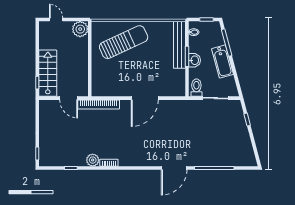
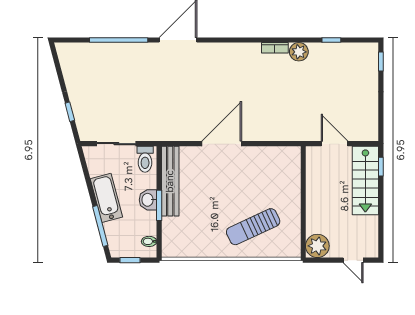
sun lounger: (124, 42) -> (253, 227), width x0.73, depth x0.75
bench: (179, 45) -> (170, 181), moved
bookcase: (99, 104) -> (290, 134), removed

